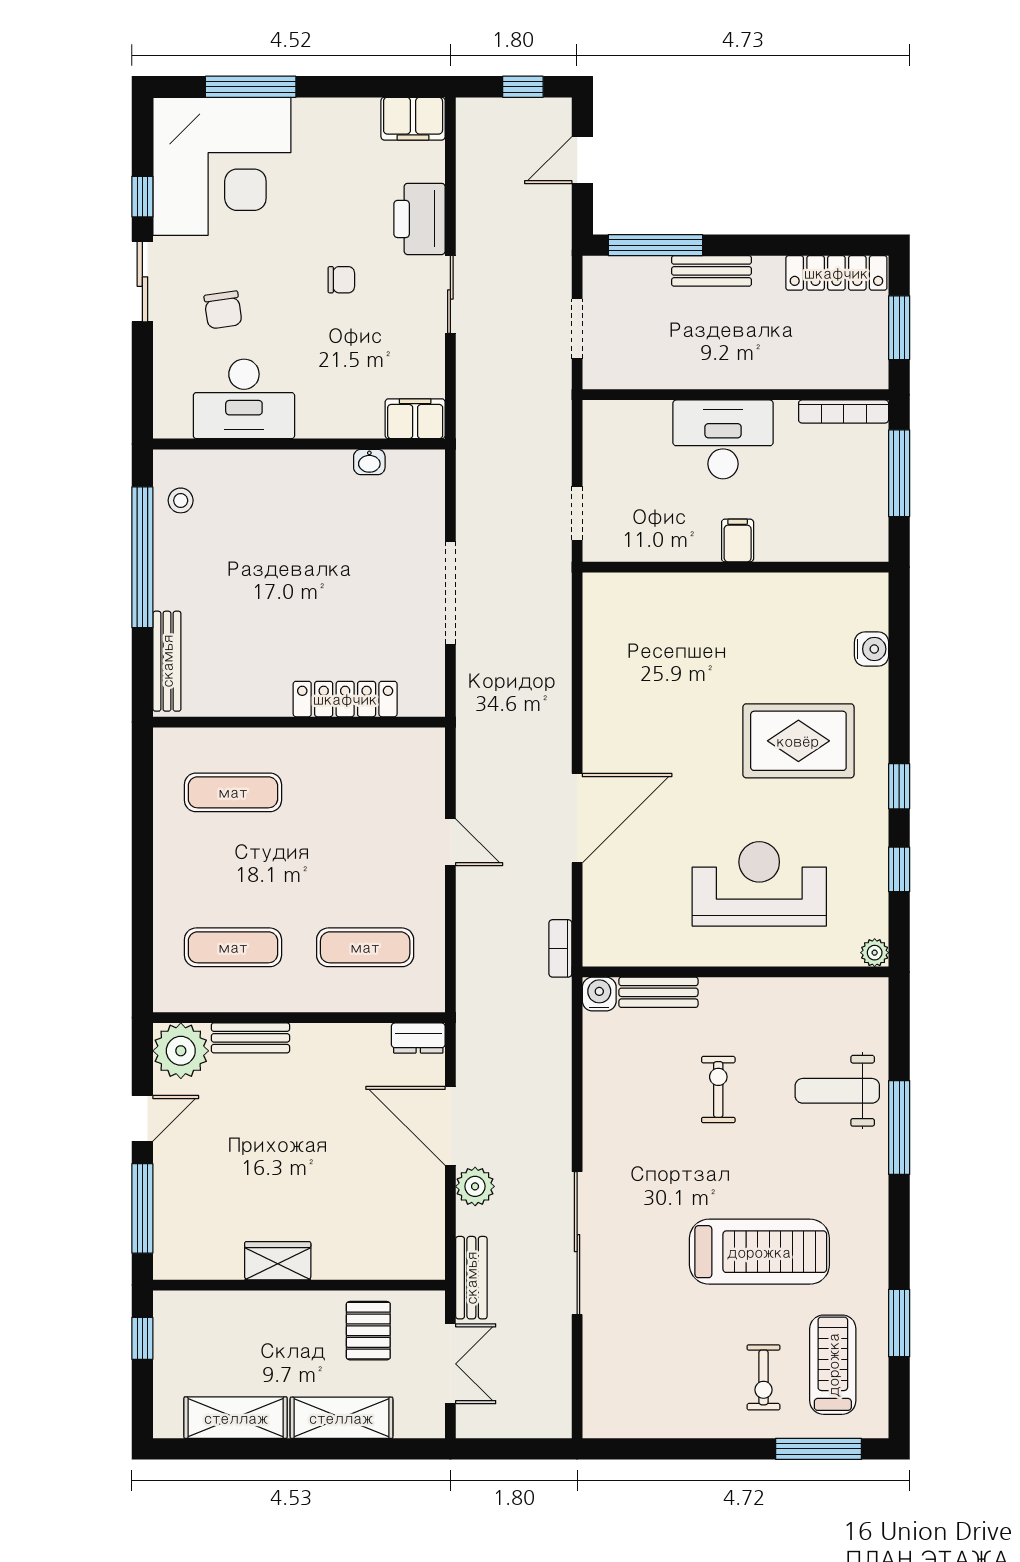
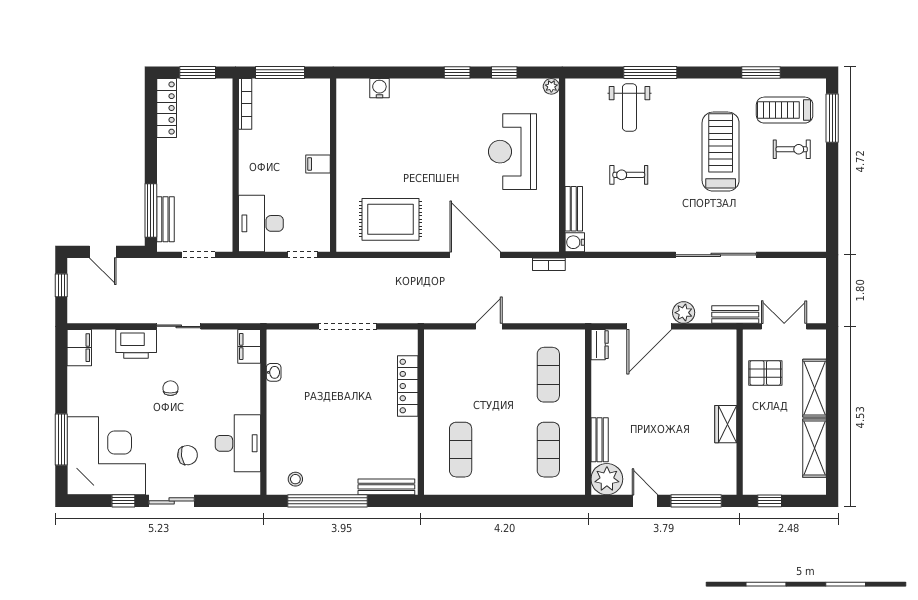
bench: (712, 271) -> (165, 219), moved
desk: (723, 439) -> (261, 223), moved
rug: (798, 741) -> (390, 219), moved, turned 90

